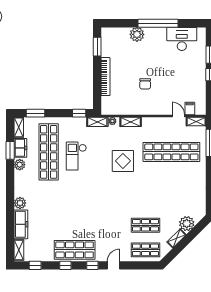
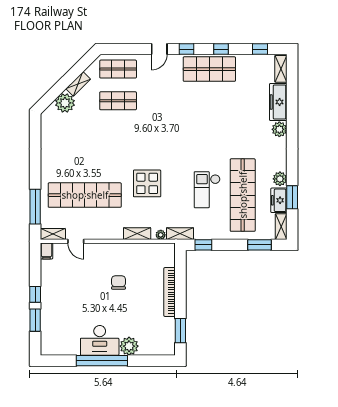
desk: (182, 39) -> (100, 340), moved
filing cabinet: (190, 108) -> (46, 251), moved
checkout: (76, 156) -> (207, 190), turned 180

